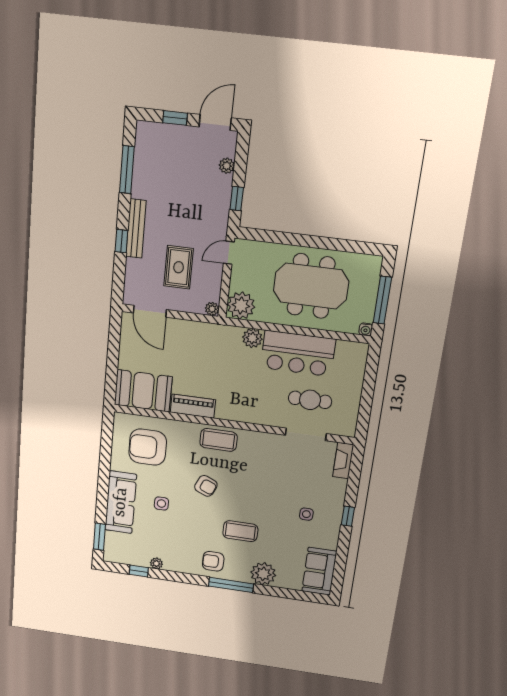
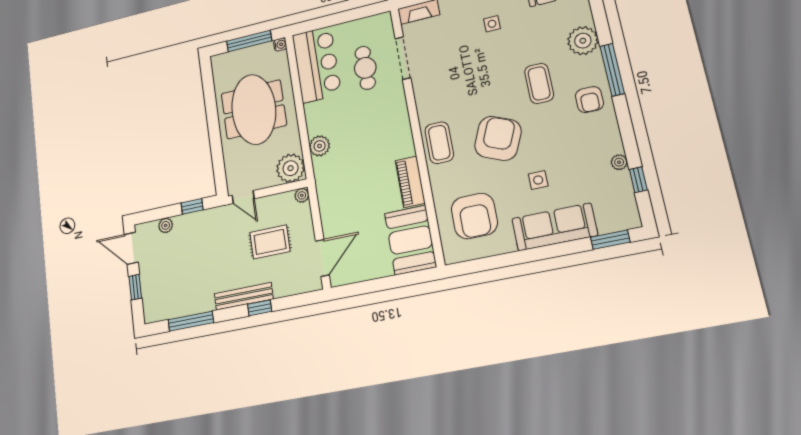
bar counter: (298, 353) -> (317, 65), moved
armchair: (206, 486) -> (498, 138), width x1.88, depth x1.88

